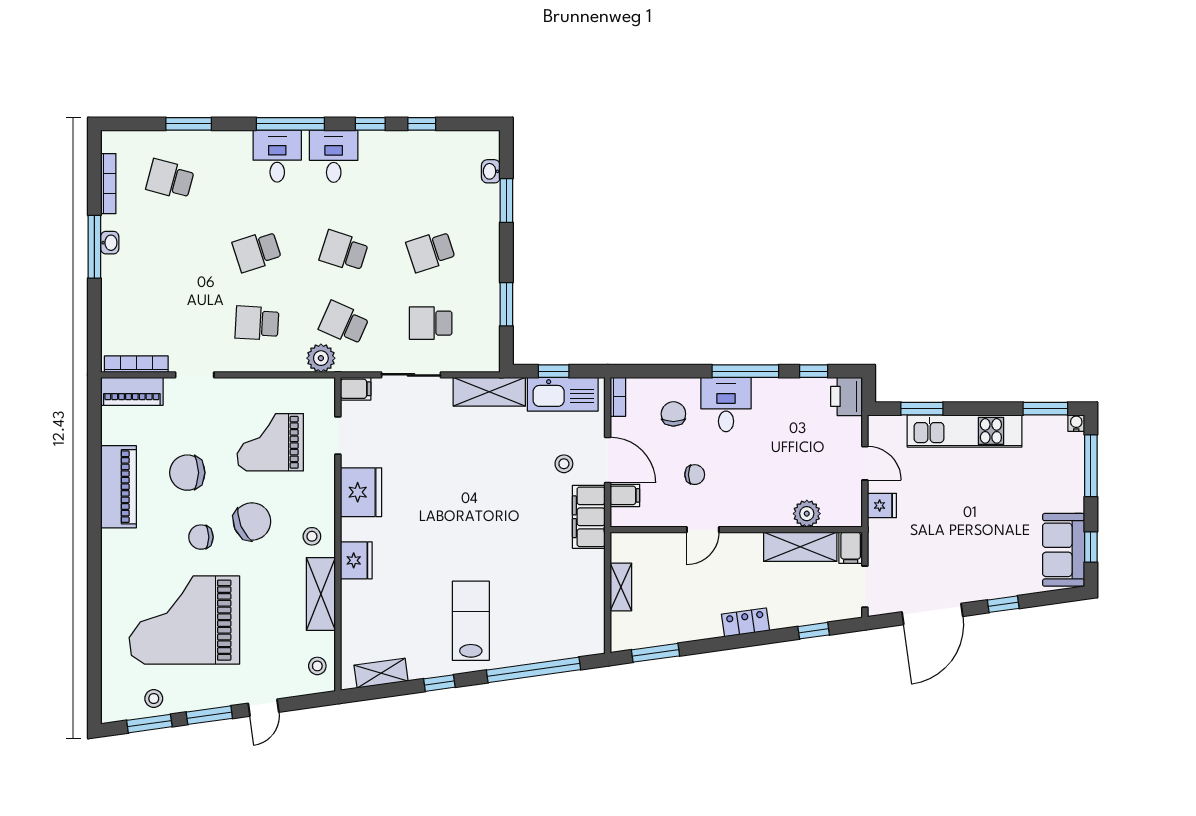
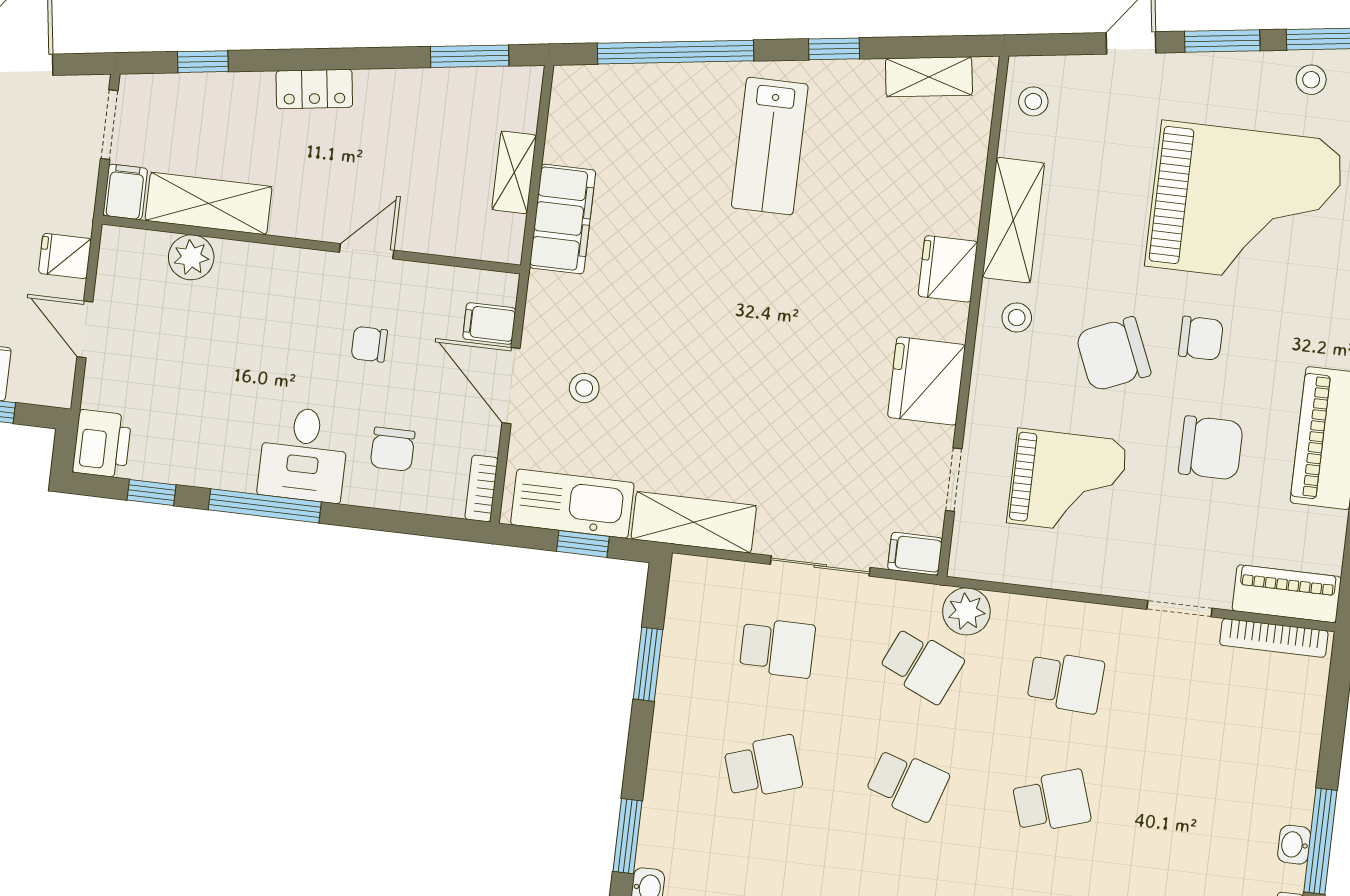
filing cabinet: (589, 517) -> (563, 219), moved

